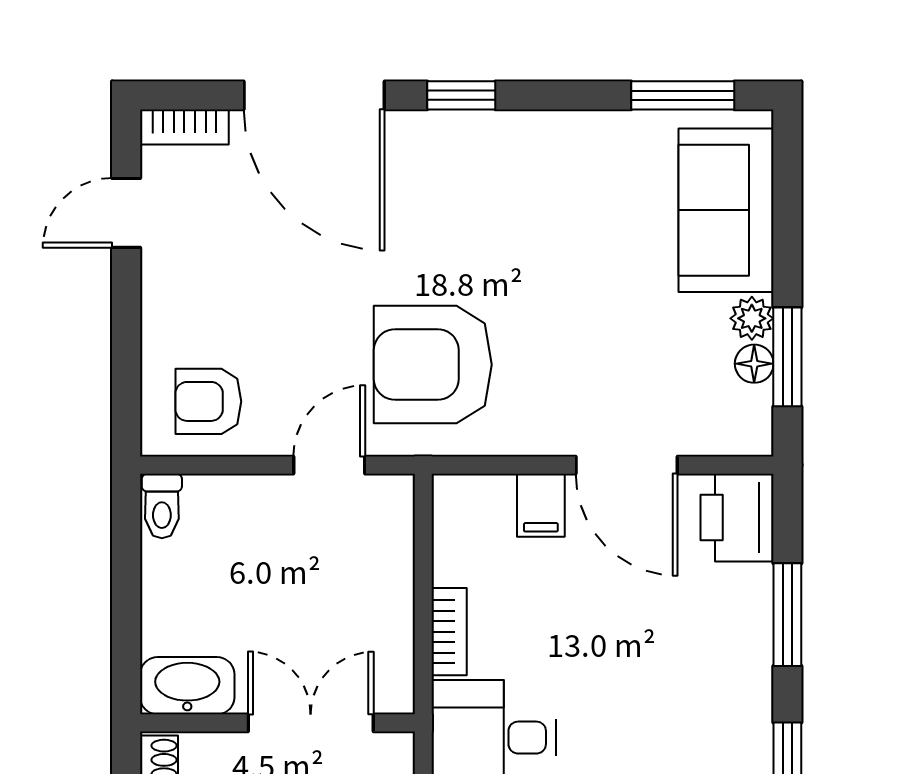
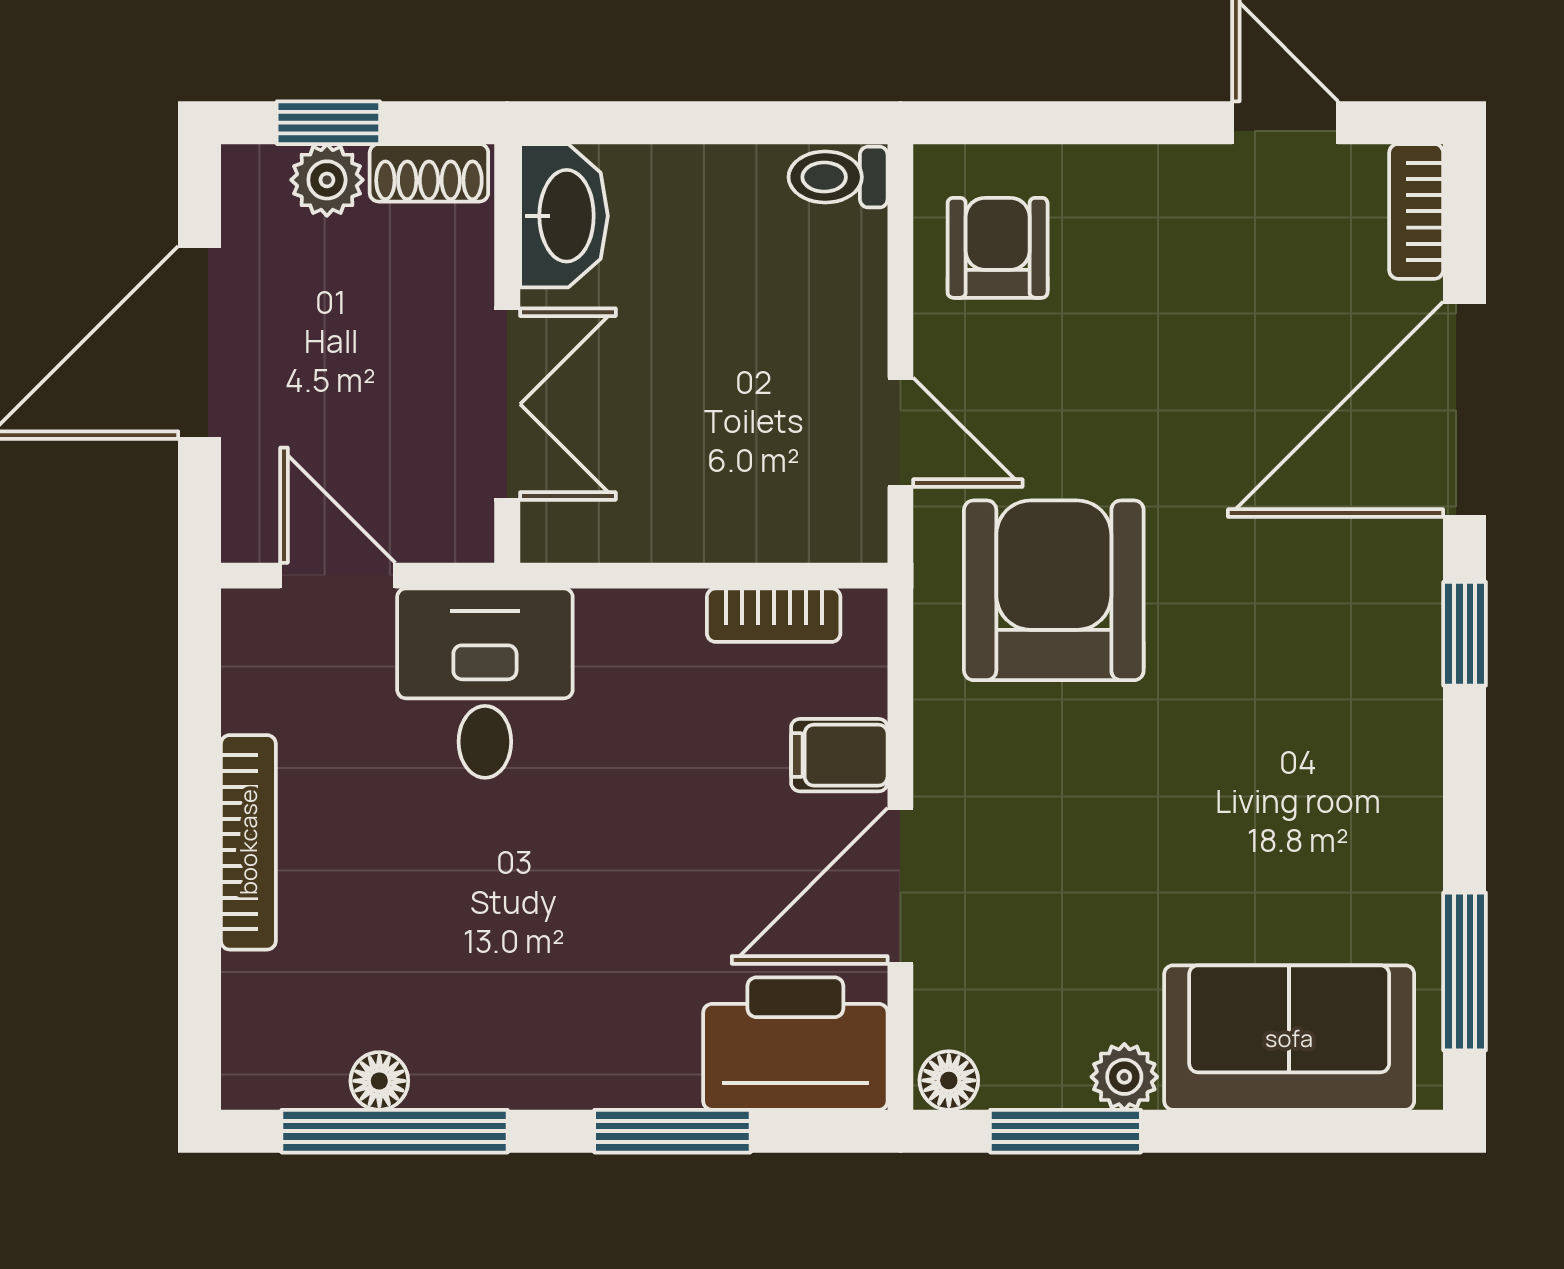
floor lamp: (754, 364) -> (949, 1080), moved
printer: (737, 518) -> (795, 1044), width x1.37, depth x1.19
bookcase: (449, 632) -> (774, 615), moved

